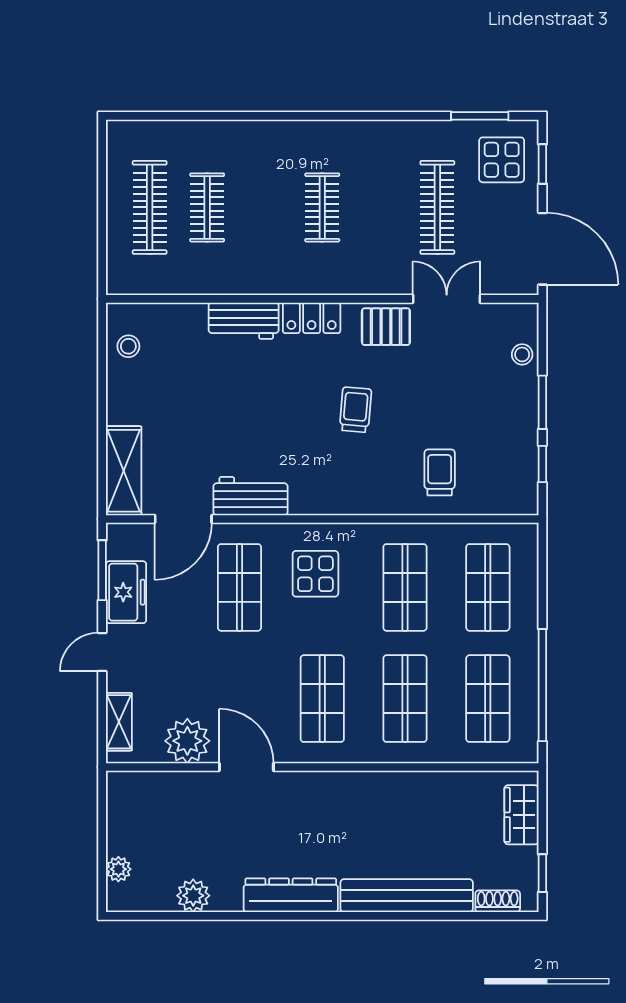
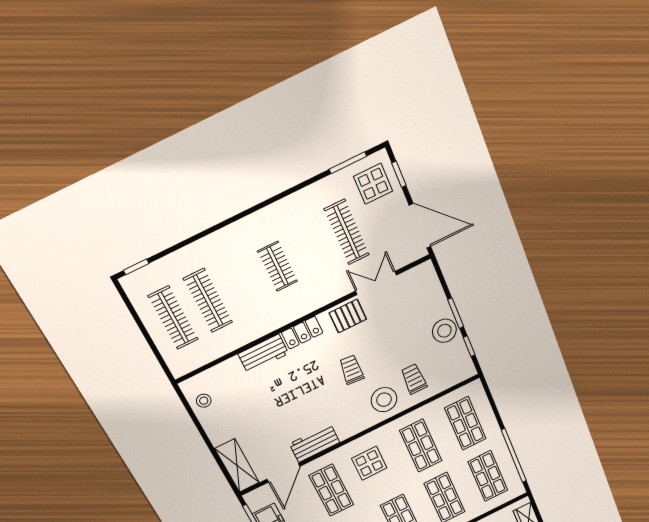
window: (138, 116) -> (136, 267), added
clothes rail: (207, 207) -> (208, 301), width x1.36
stool: (522, 354) -> (444, 331), moved, width x1.89, depth x1.89
stool: (382, 482) -> (384, 400), added

